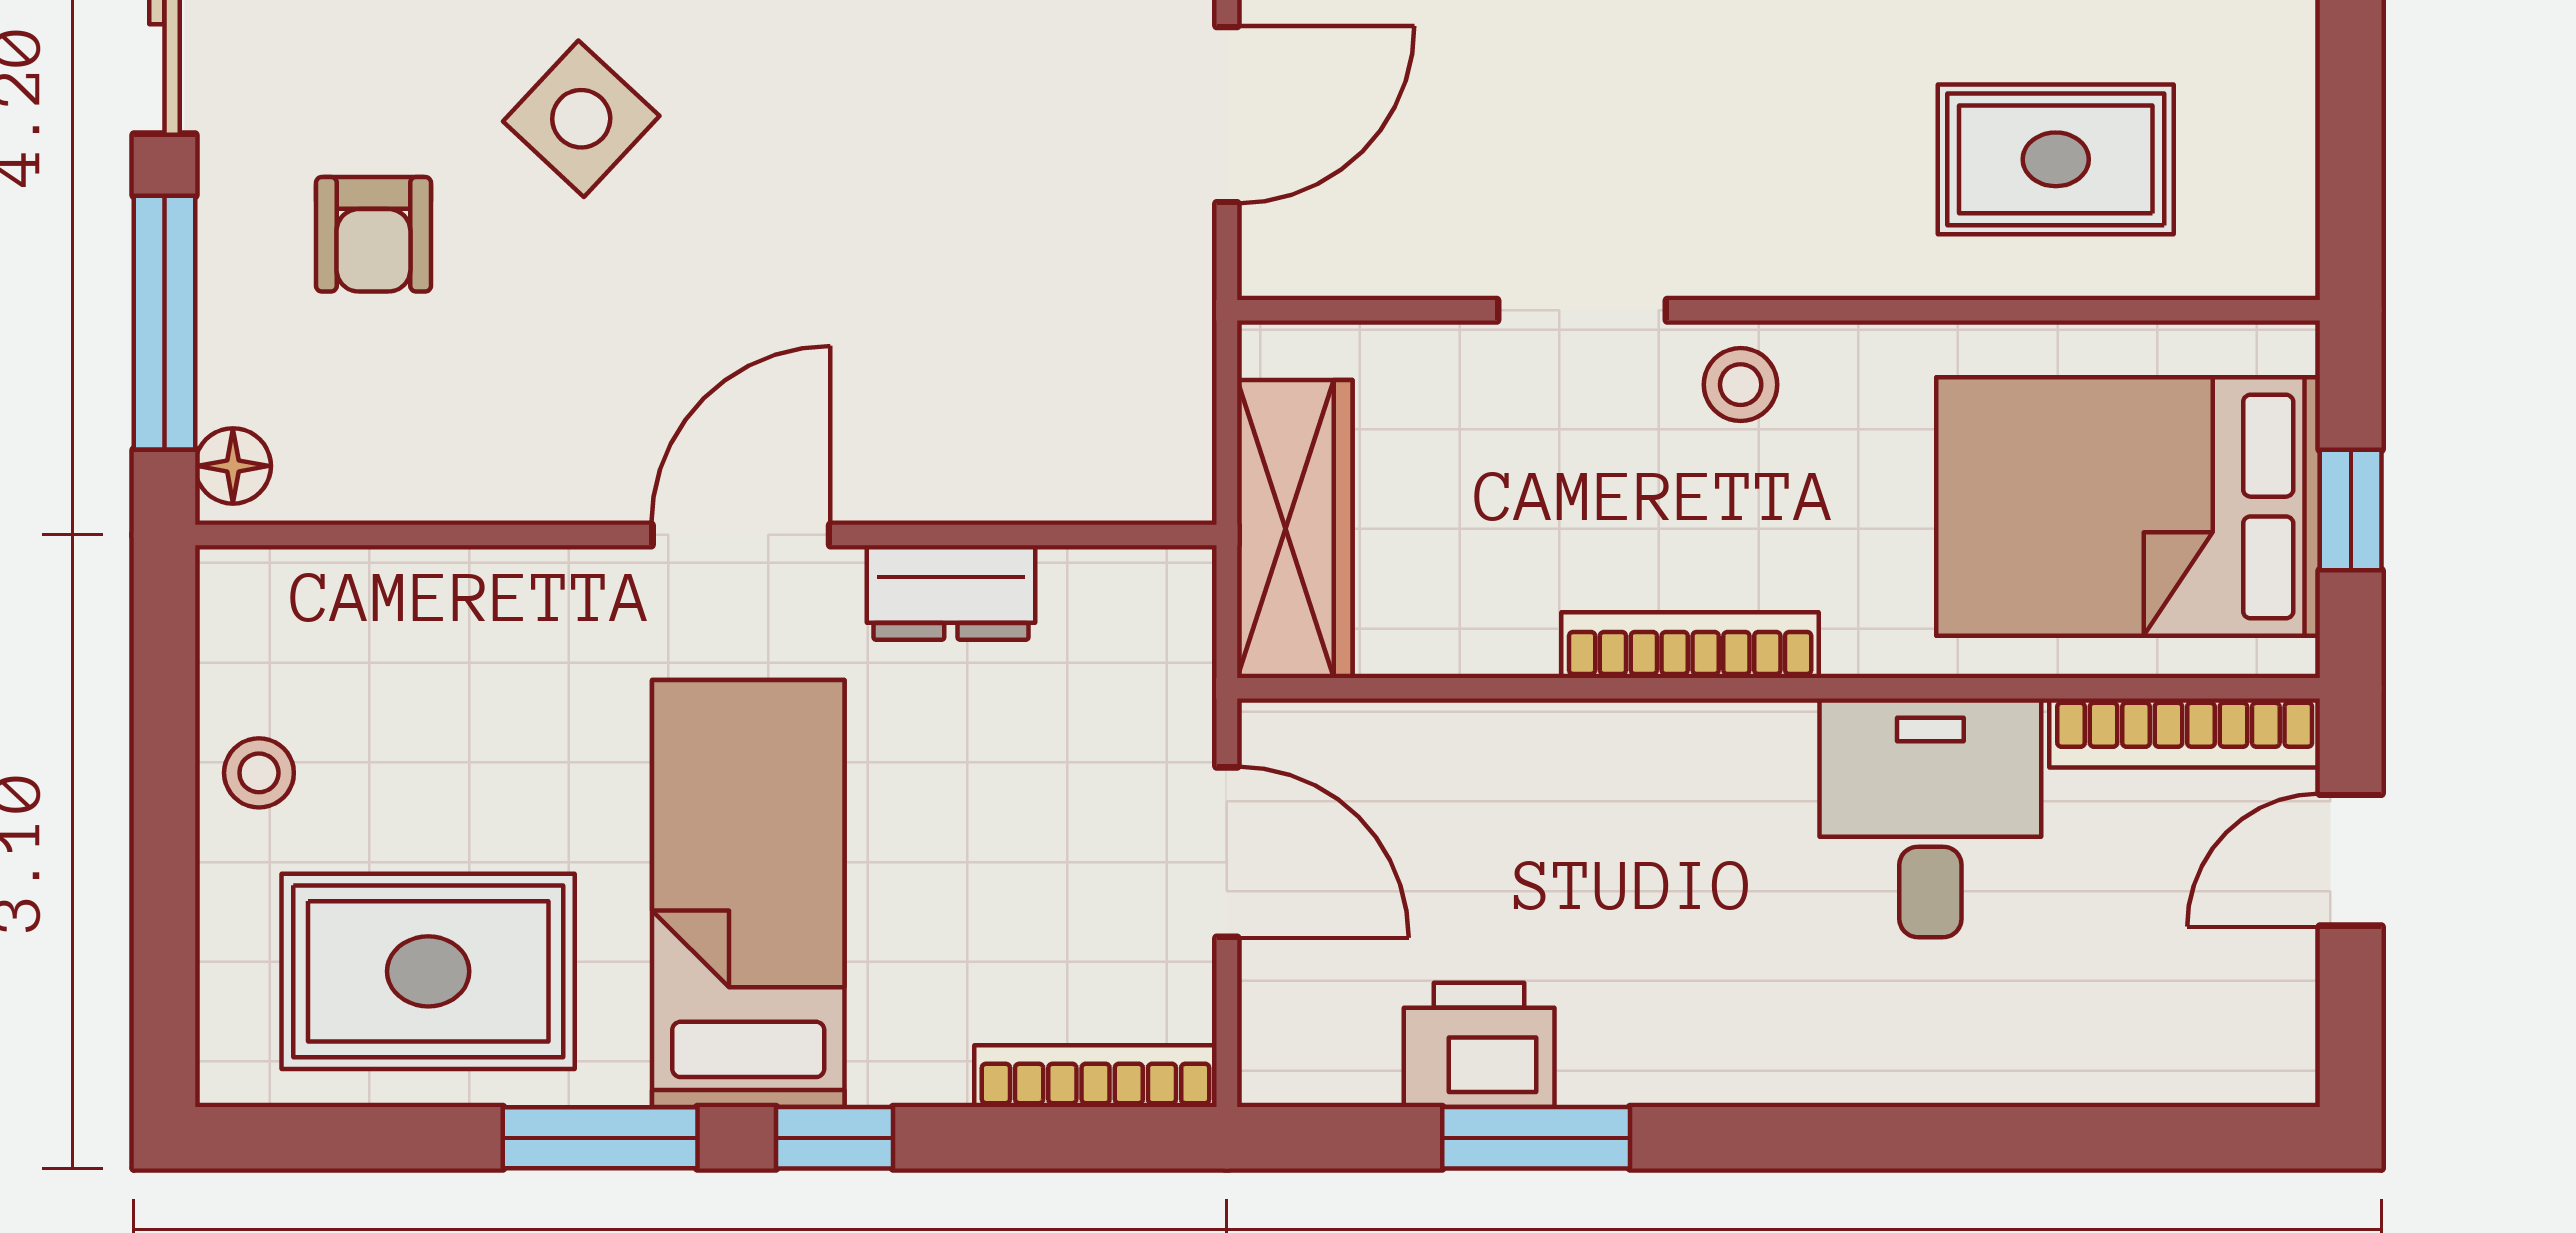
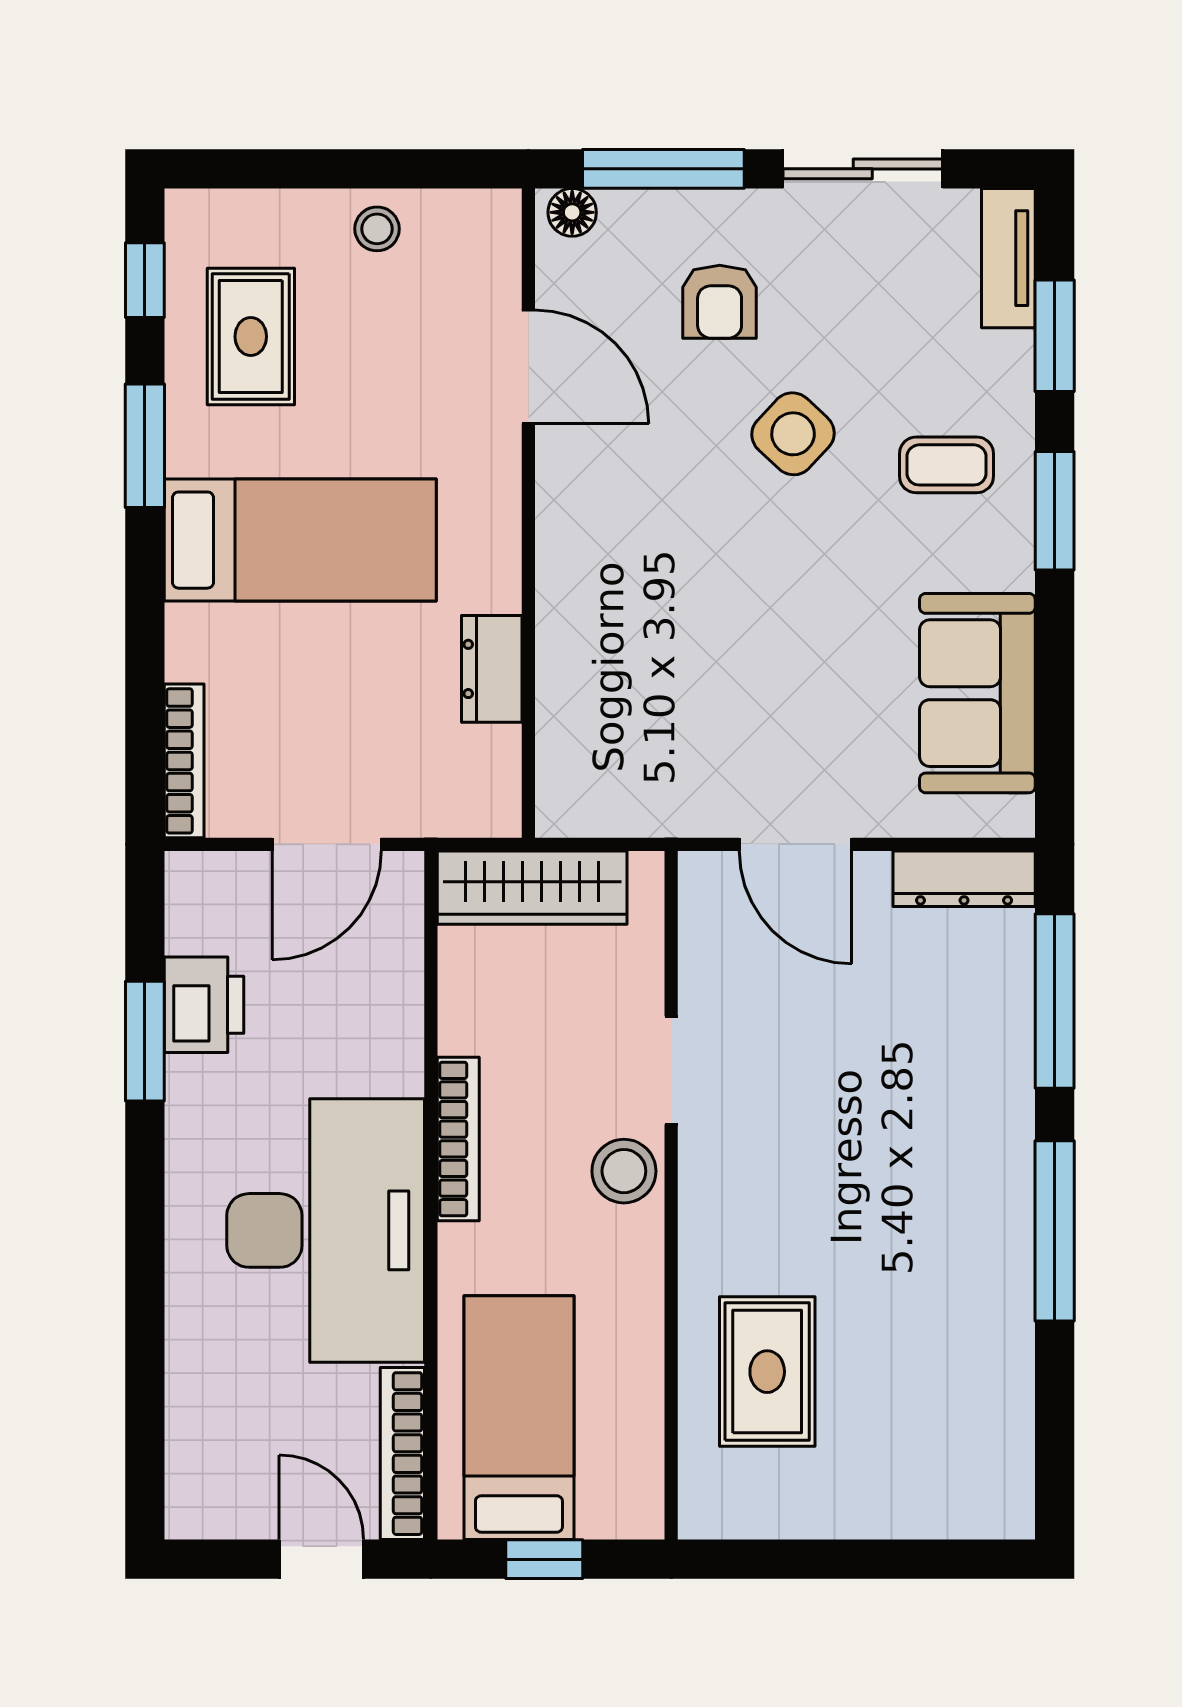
armchair: (373, 234) -> (720, 302), turned -90
stool: (1741, 385) -> (624, 1171), width x1.37, depth x1.37
bed: (2128, 507) -> (519, 1418), width x0.67
door: (741, 535) -> (528, 367), moved
desk: (1930, 818) -> (326, 1230), width x1.87, depth x1.30
rug: (428, 971) -> (251, 337), width x0.73, depth x0.70
window: (835, 1138) -> (145, 280), moved

